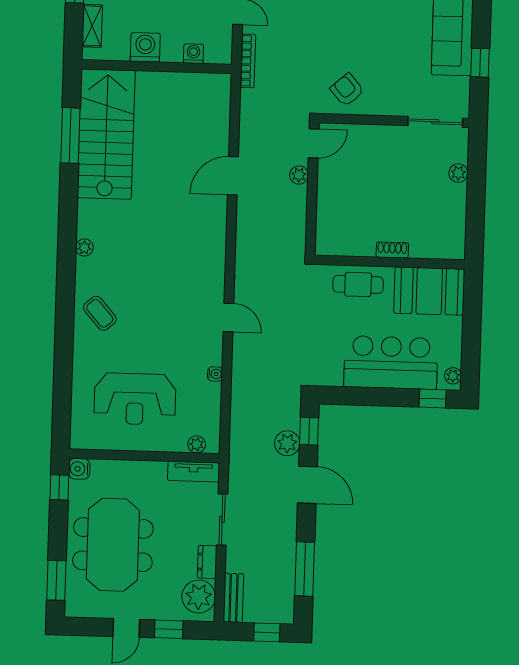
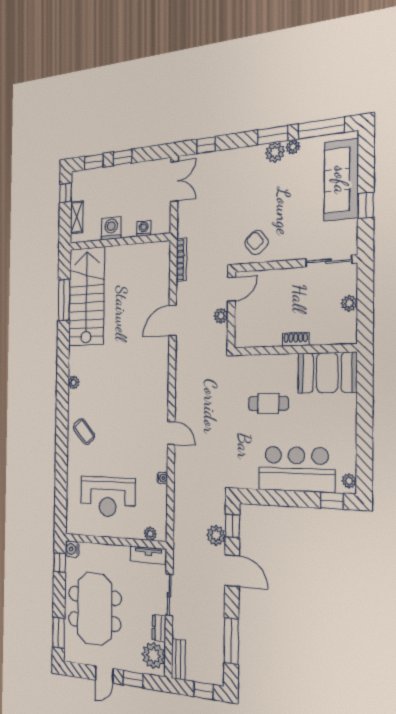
bookcase: (248, 61) -> (181, 260), moved
shoe rack: (392, 250) -> (296, 339), moved
wall: (390, 262) -> (294, 350), moved
booth: (429, 291) -> (327, 373), moved

